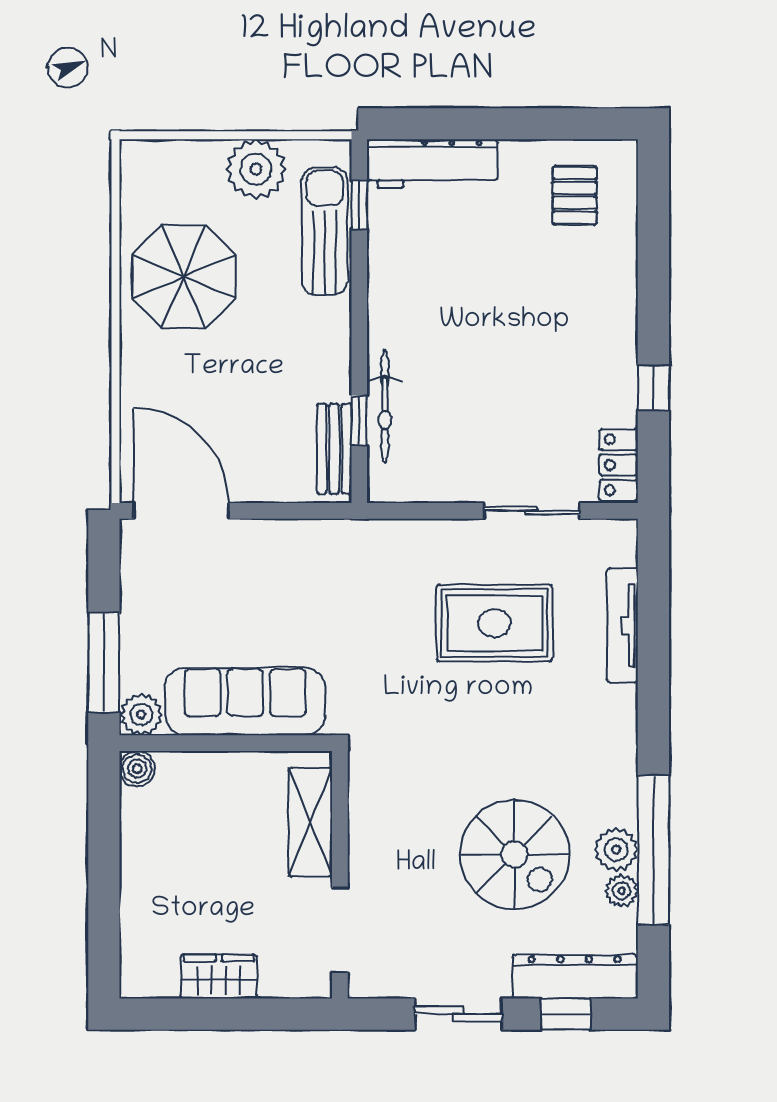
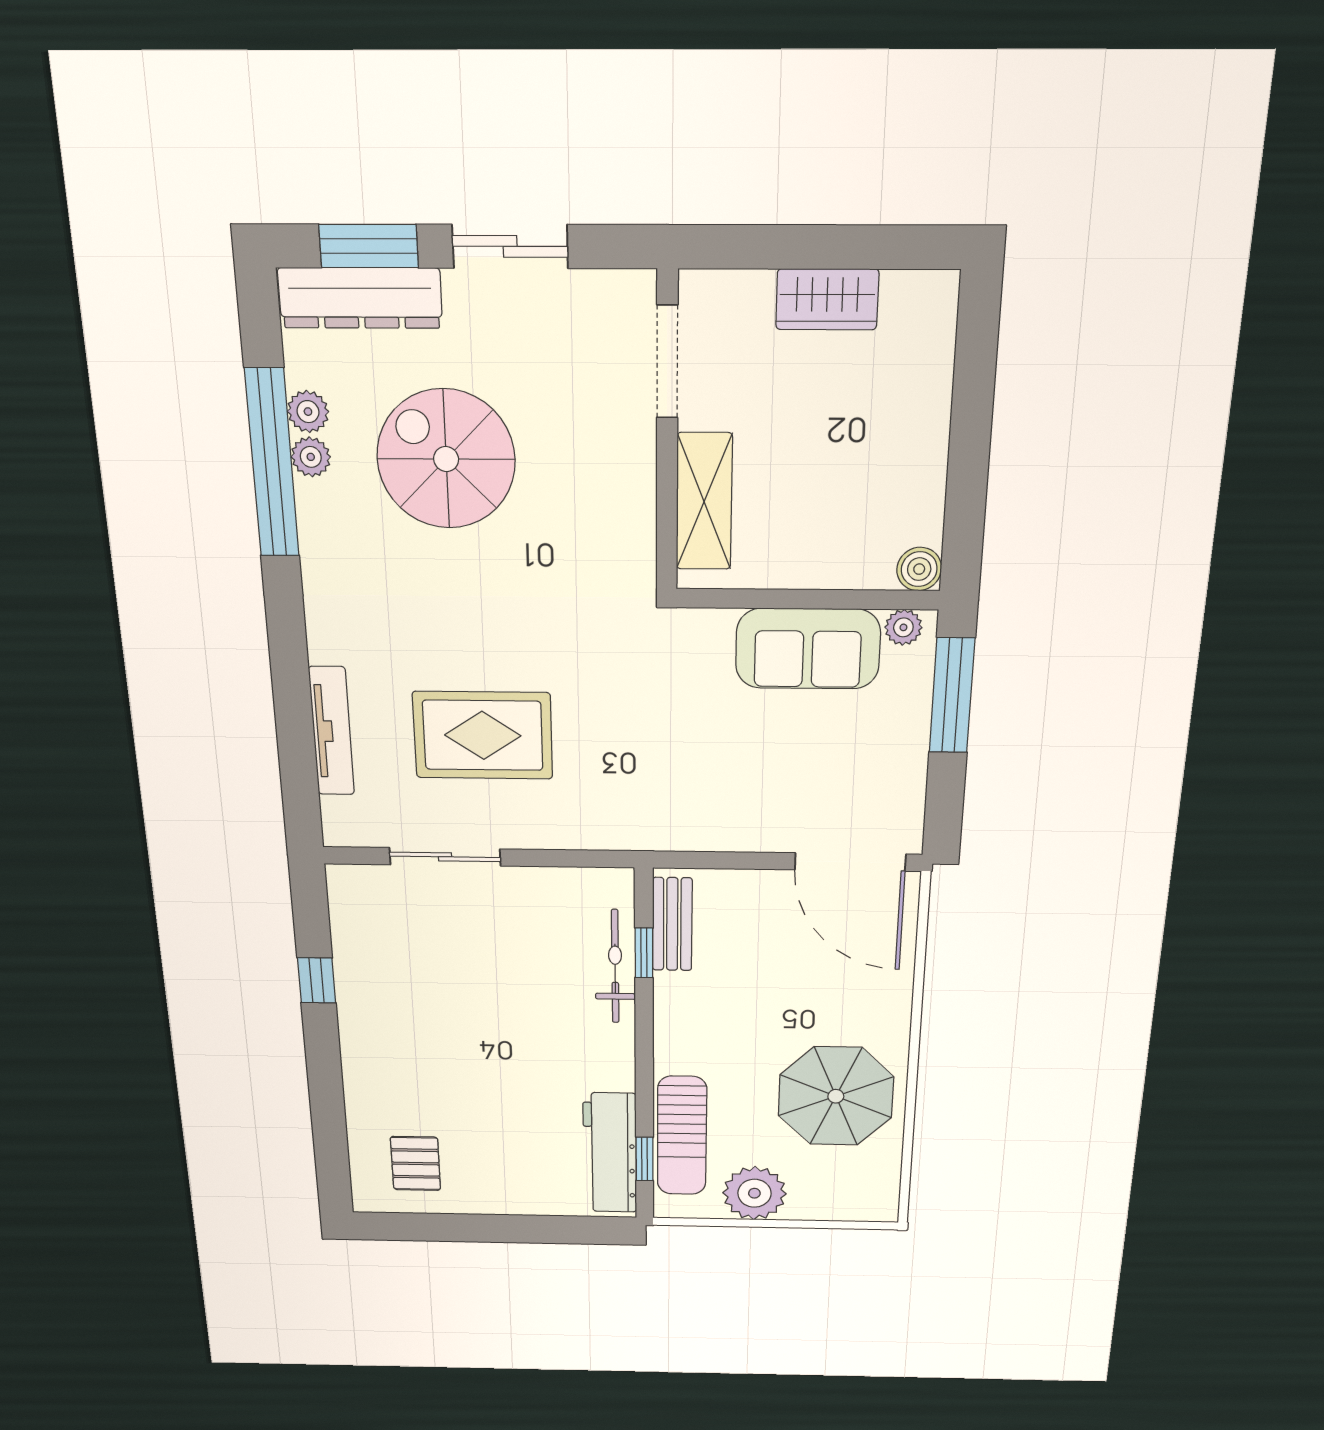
workbench: (432, 164) -> (610, 1153), moved, turned -90
locker: (619, 465) -> (349, 903), removed
sofa: (245, 701) -> (808, 649), width x0.73
plant: (141, 714) -> (903, 627), width x0.73, depth x0.73
plant: (616, 850) -> (311, 457), width x0.73, depth x0.73
window: (566, 1014) -> (369, 246), width x1.50

